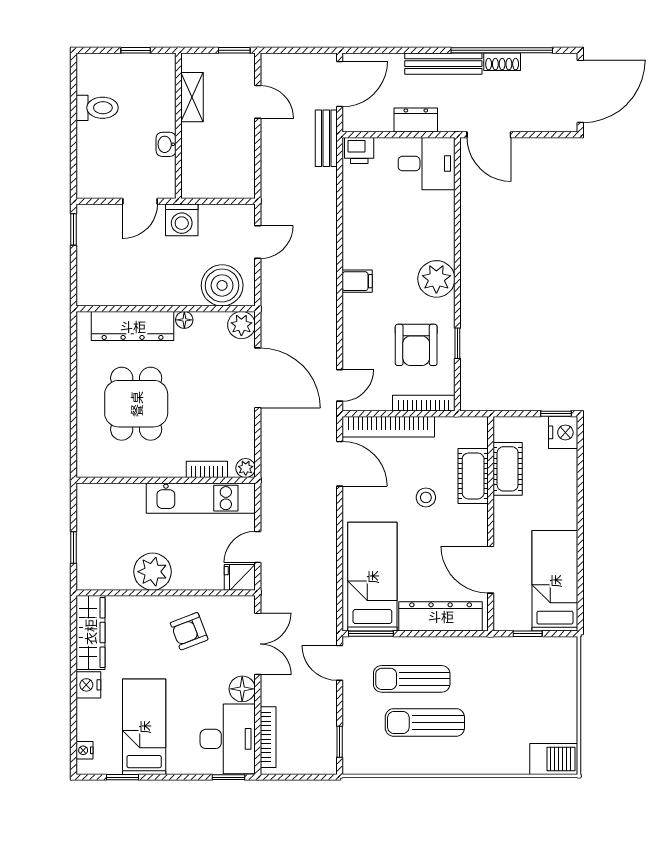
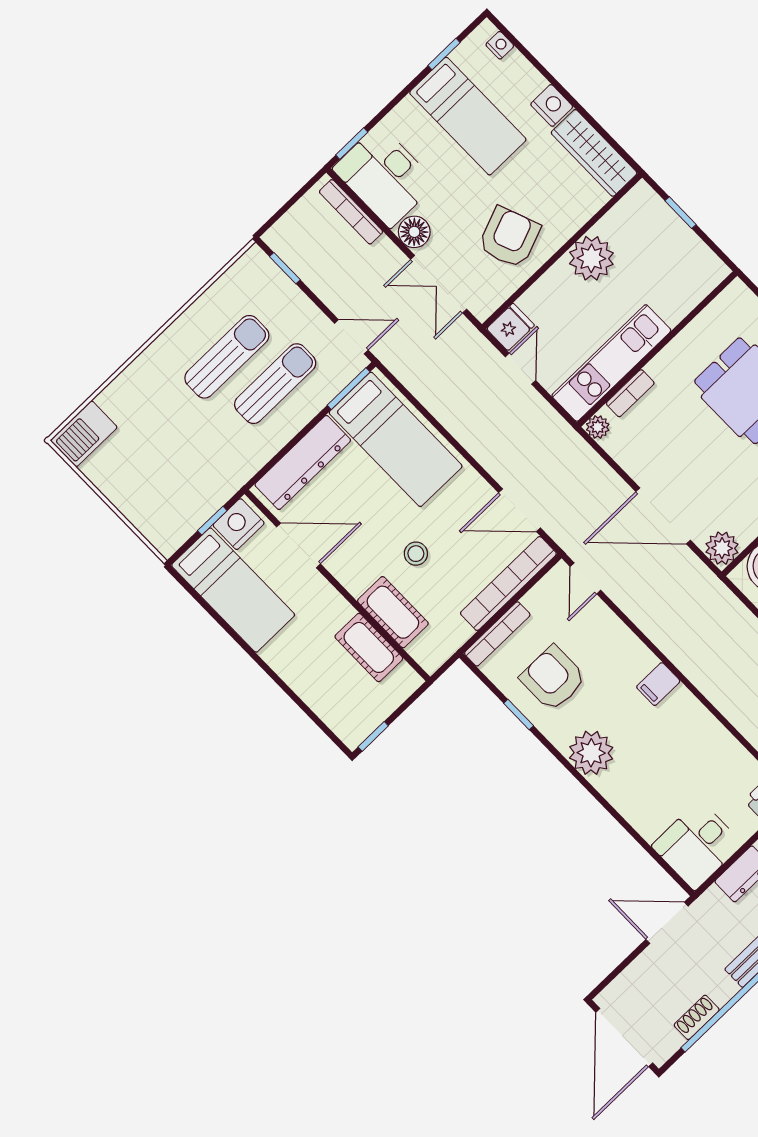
shoe rack: (502, 62) -> (697, 1017), moved
nightstand: (563, 432) -> (239, 524), moved, turned 90
armchair: (189, 631) -> (509, 237), width x1.38, depth x1.38

